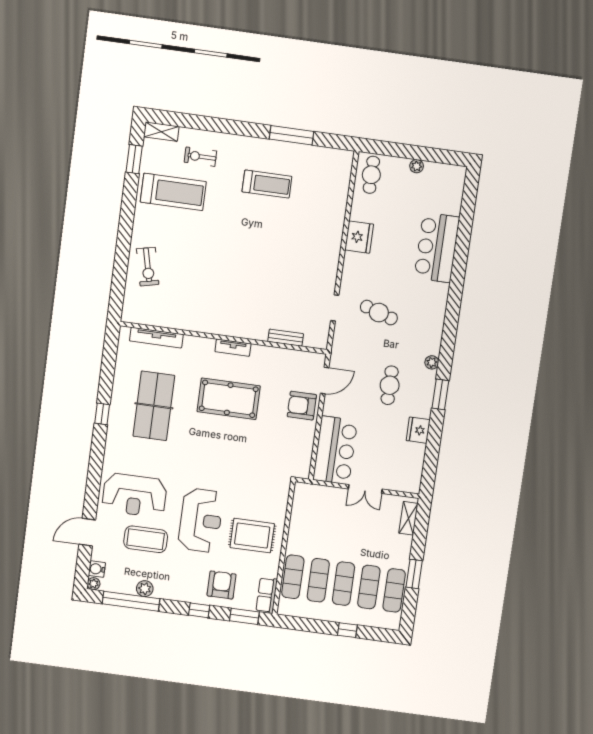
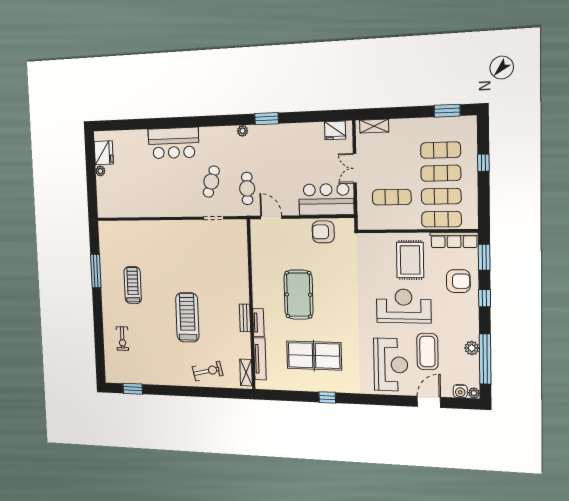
shelving: (161, 132) -> (246, 373), moved
cafe table: (371, 175) -> (112, 205), removed
treadmill: (173, 192) -> (187, 317), moved
fridge: (359, 237) -> (104, 153), moved, turned 90
bar counter: (437, 248) -> (173, 143), moved
bench: (286, 338) -> (245, 318), moved
tv unit: (233, 348) -> (258, 323), moved
cafe table: (390, 385) -> (247, 188), moved, turned 90
armchair: (302, 406) -> (323, 232), moved, turned 90
fridge: (418, 430) -> (335, 130), moved
double door: (365, 489) -> (355, 168), swing flipped
door: (87, 532) -> (429, 402), swing flipped
window: (414, 574) -> (447, 111), moved
armchair: (221, 585) -> (458, 281), turned 180
exercise mat: (394, 590) -> (392, 197), moved
row of seats: (267, 595) -> (454, 240), width x1.48

